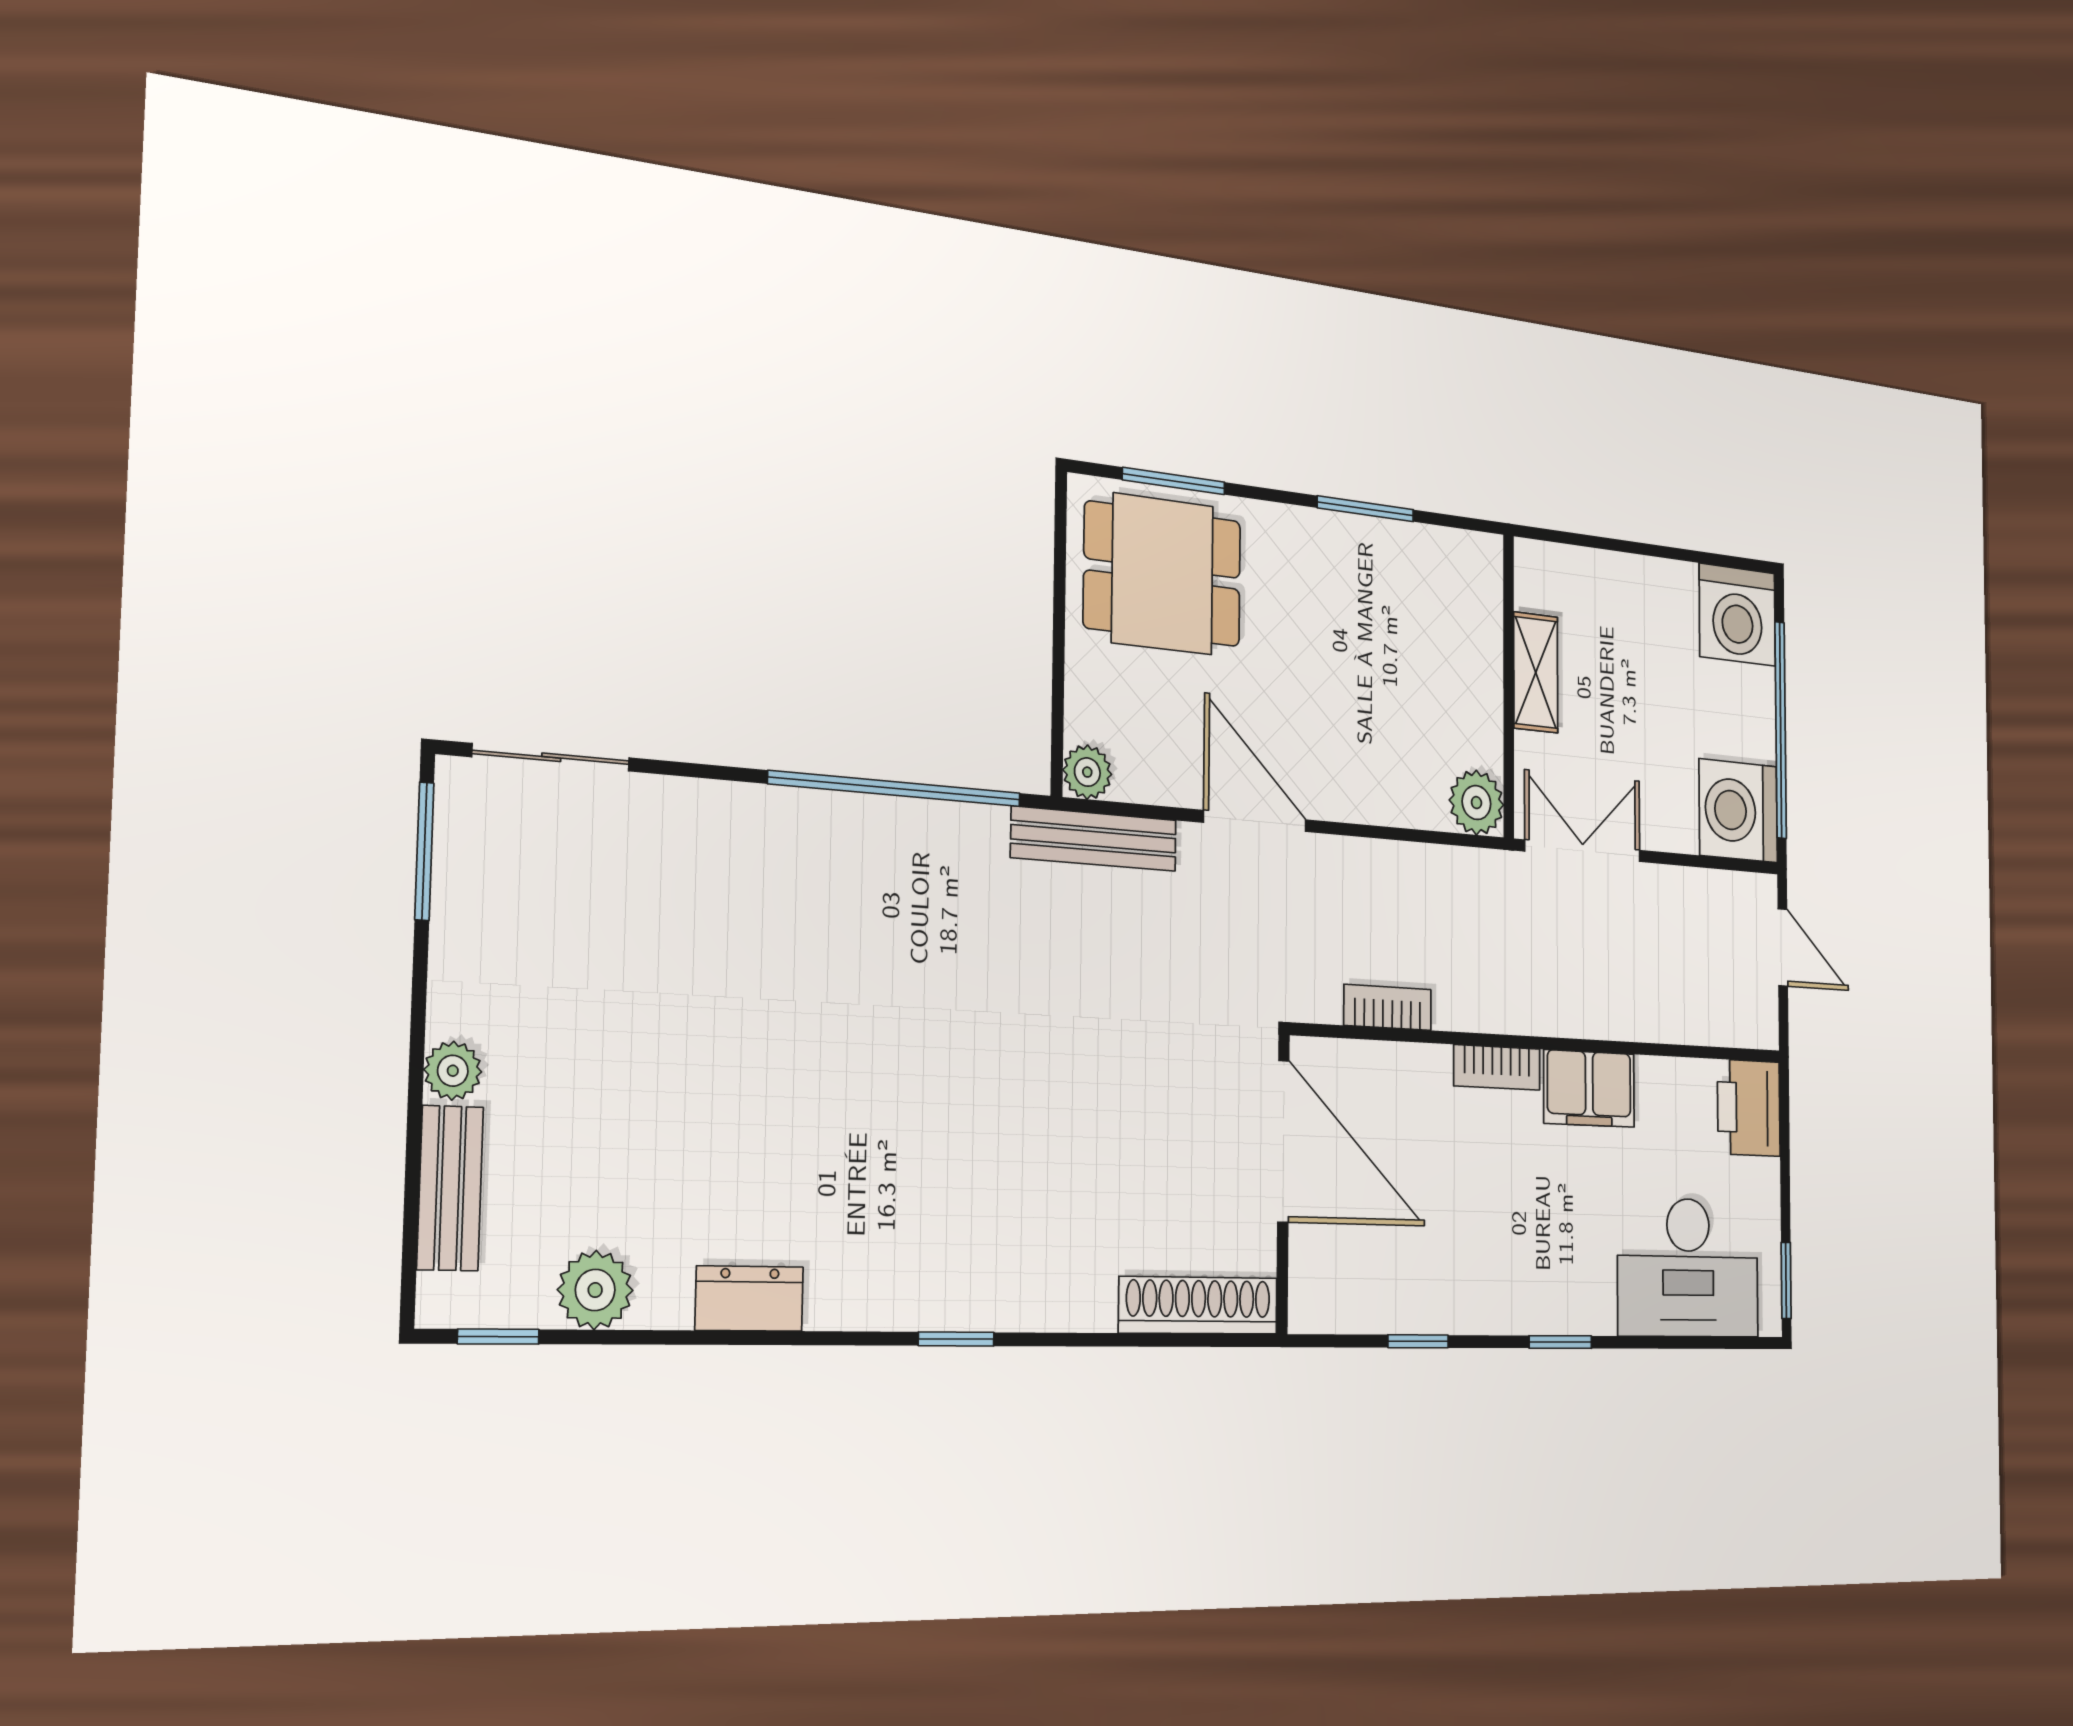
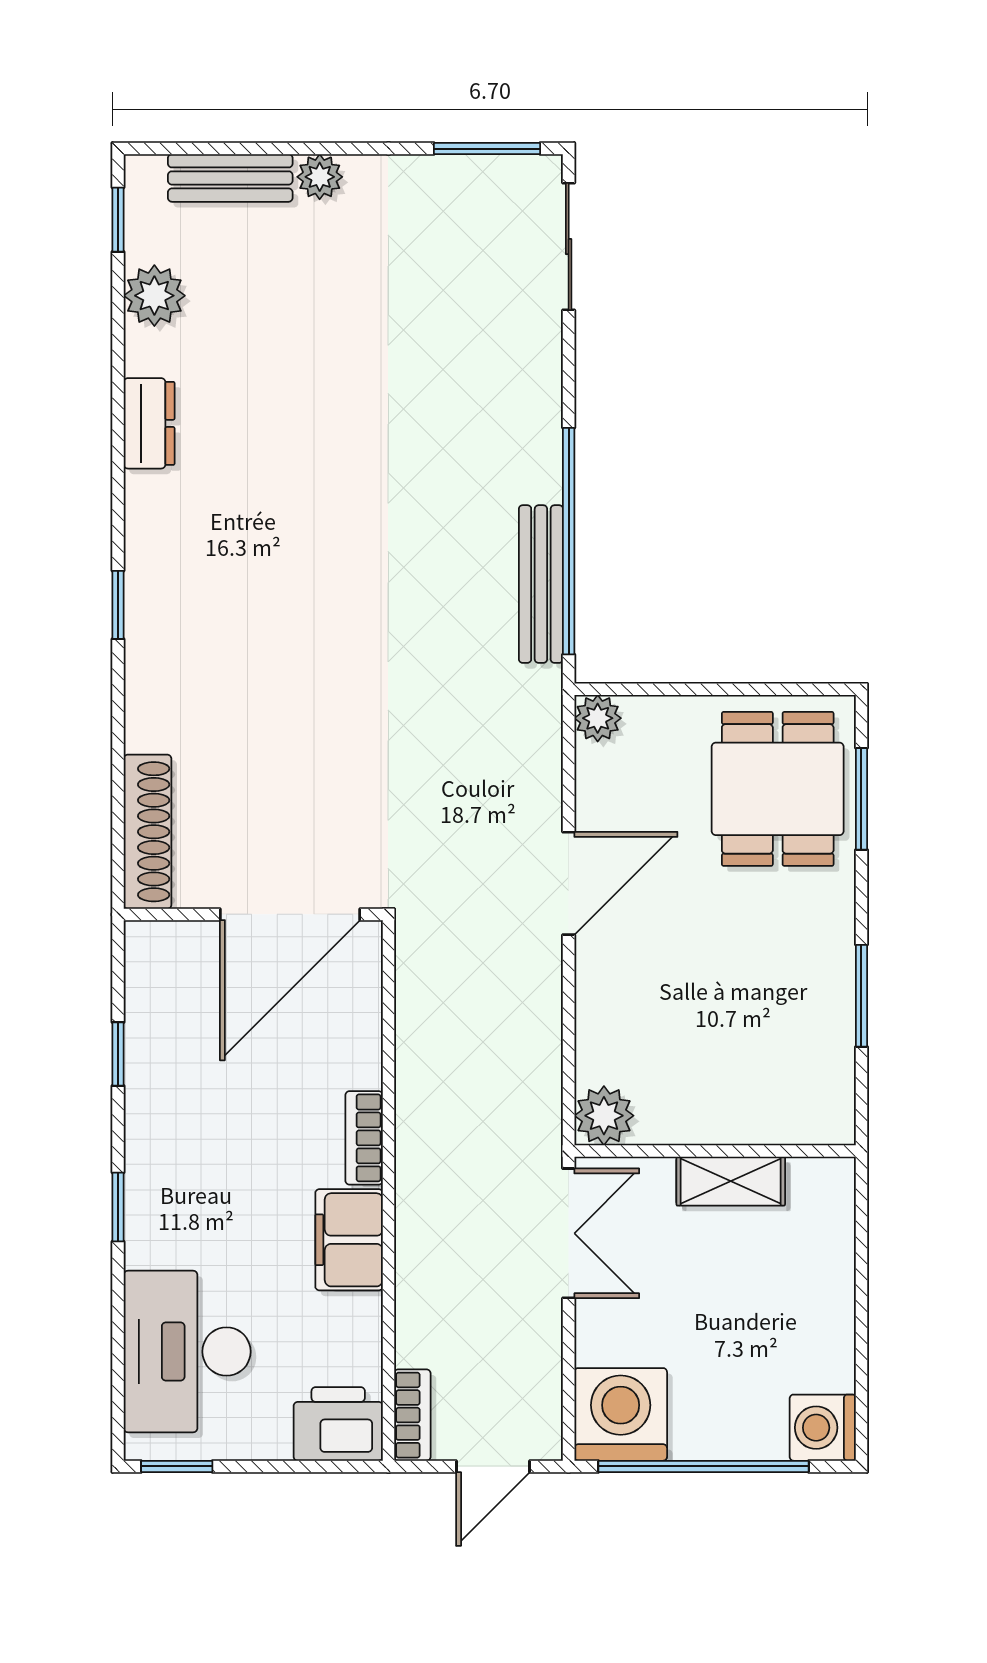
washing machine: (1737, 615) -> (823, 1428), width x0.73, depth x0.73
bench: (1094, 839) -> (541, 584), moved
bookcase: (1388, 1007) -> (412, 1415), moved

